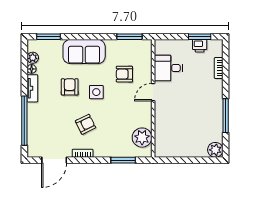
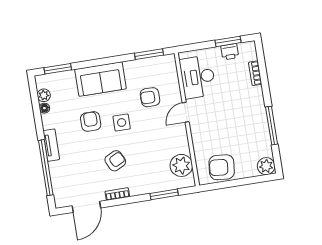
desk: (168, 68) -> (198, 77), width x1.37
tv unit: (32, 88) -> (51, 145), moved
armchair: (177, 145) -> (222, 167), added

